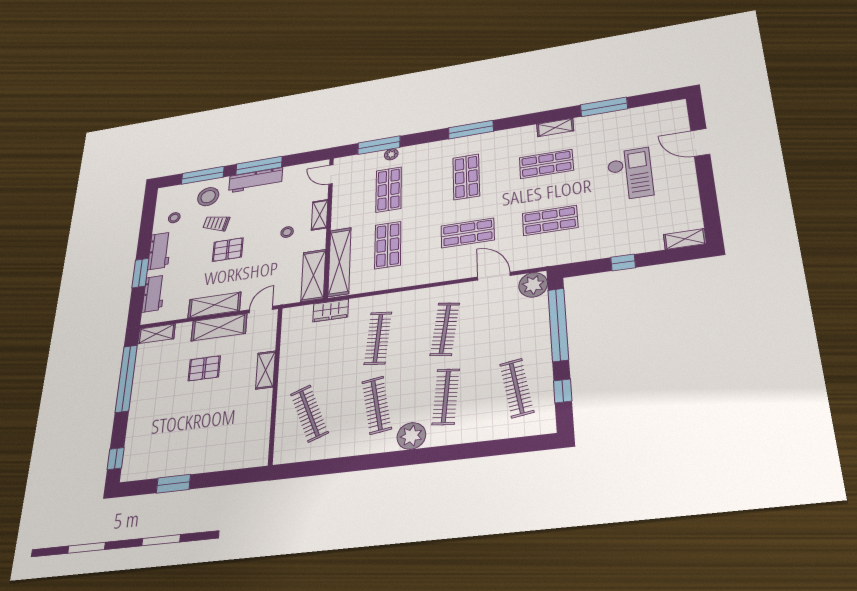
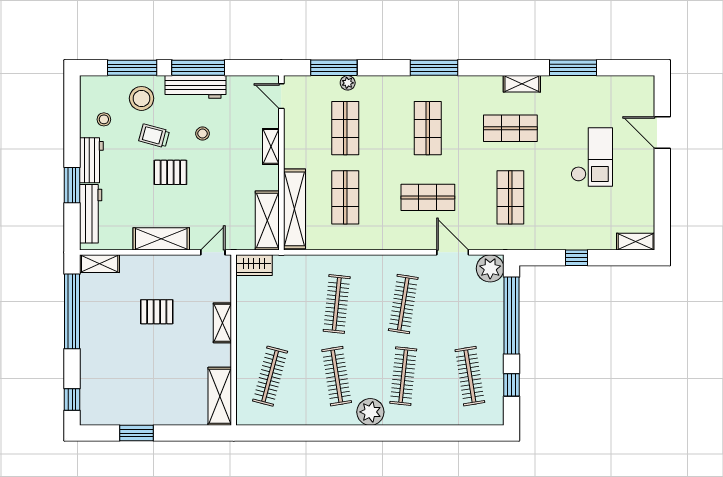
shop shelf: (550, 220) -> (510, 197), turned 90
stool: (287, 232) -> (202, 134), moved
workbench: (154, 294) -> (91, 214), width x1.38
wardrobe: (331, 310) -> (254, 265), moved
shelving: (219, 327) -> (220, 396), moved, turned 90
clothes rail: (309, 413) -> (270, 376), turned 36

